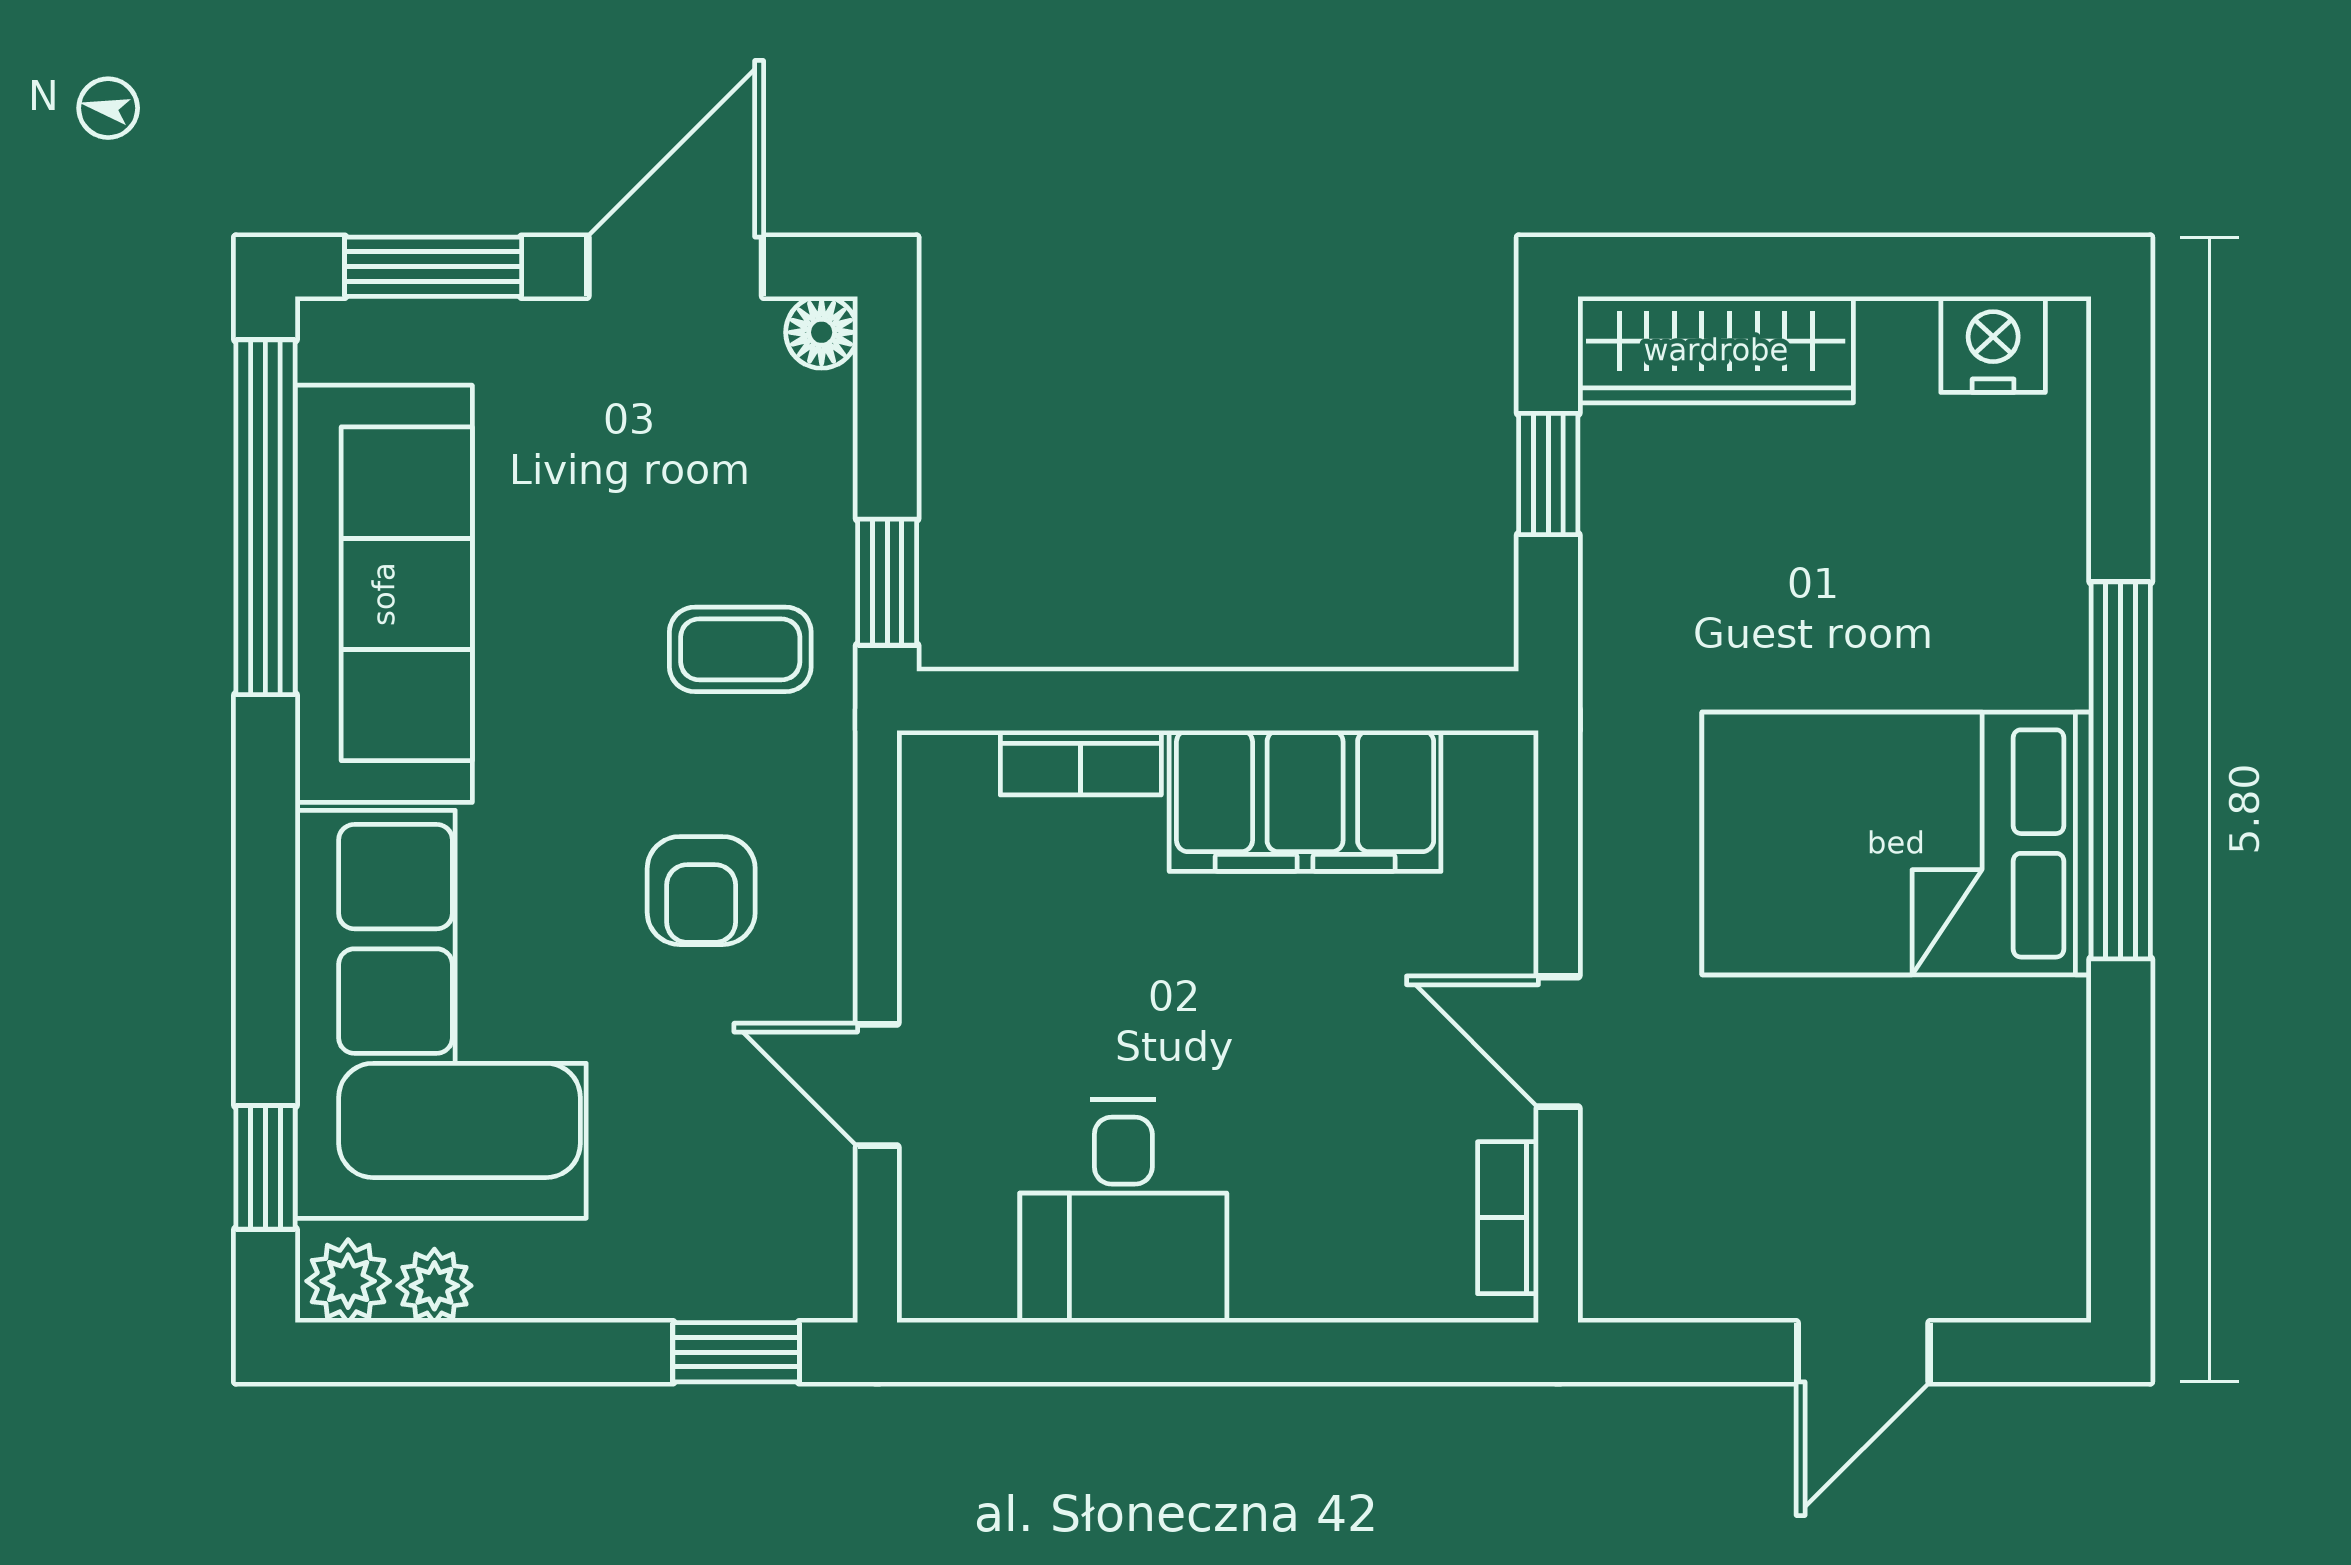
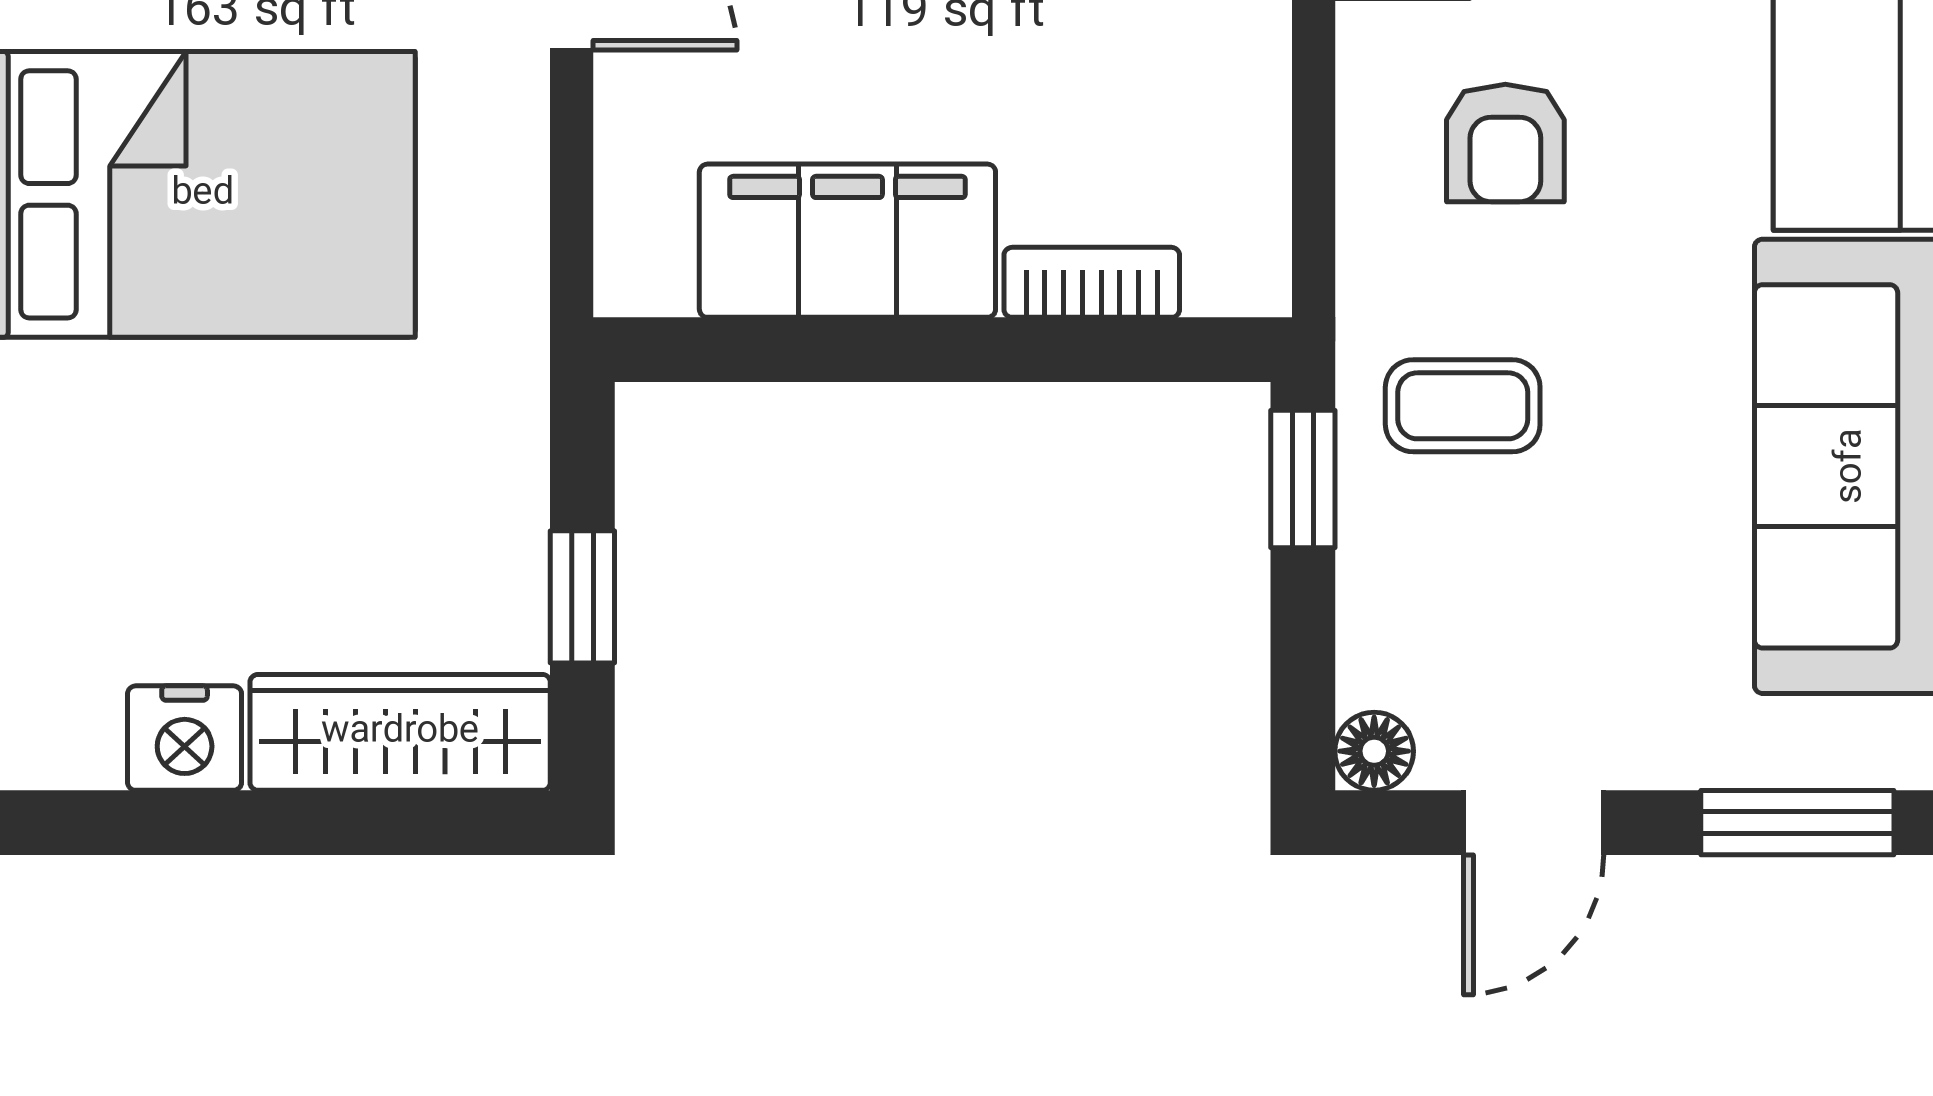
door: (675, 267) -> (1534, 823), width x0.73
nightstand: (1993, 344) -> (185, 738), moved
armchair: (701, 891) -> (1505, 143), turned 180

